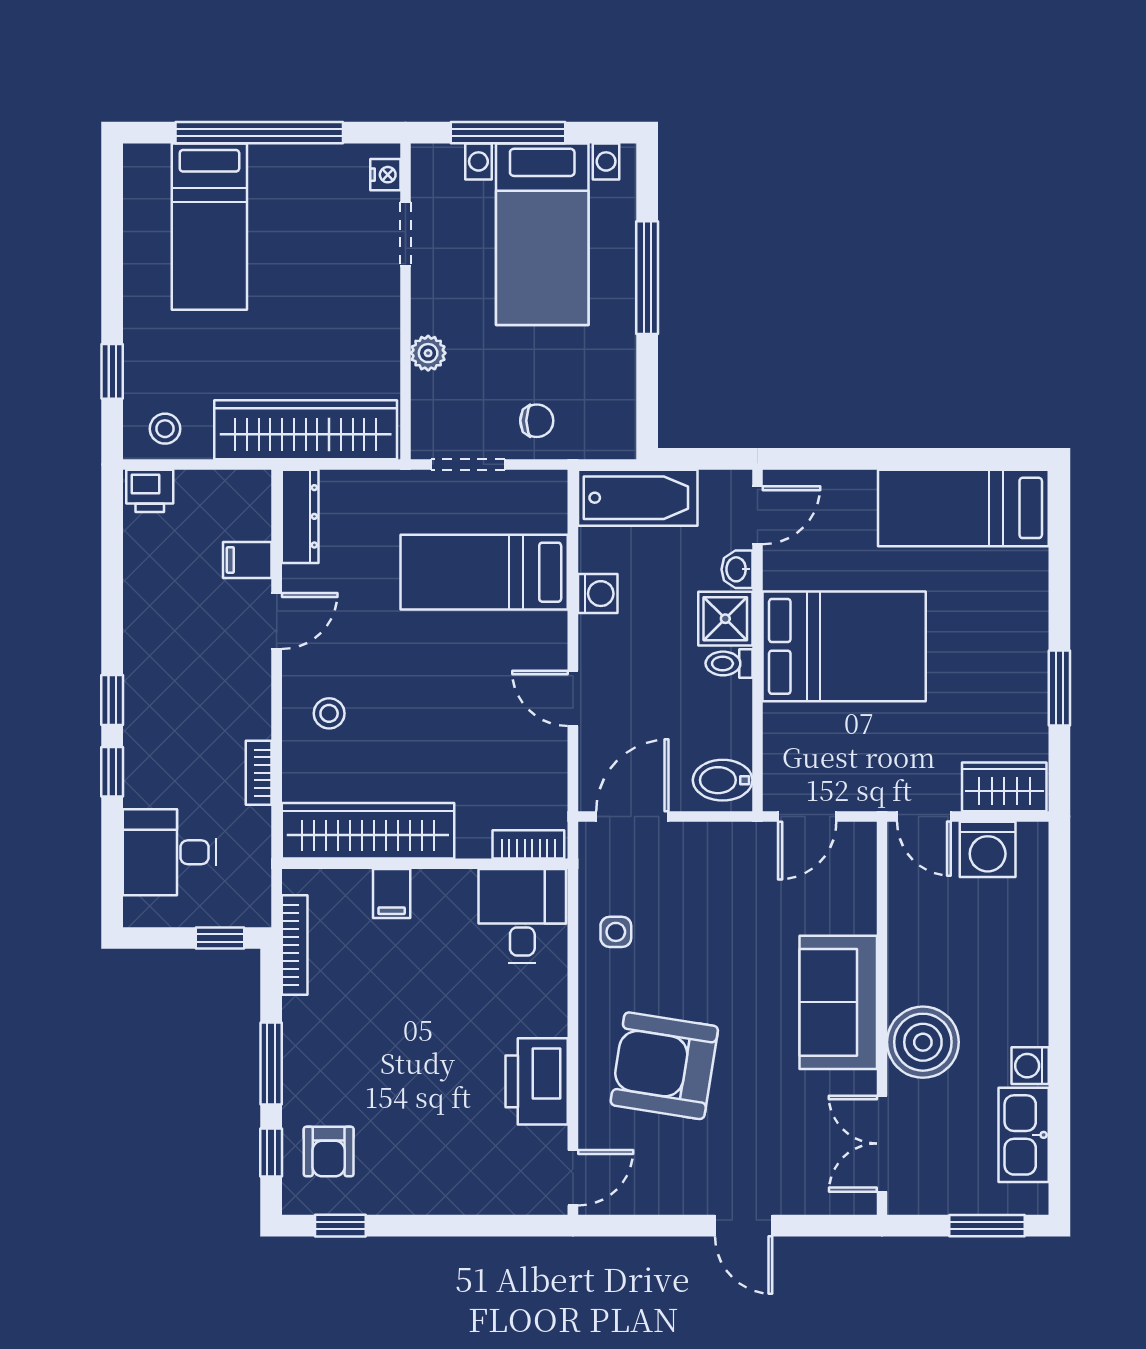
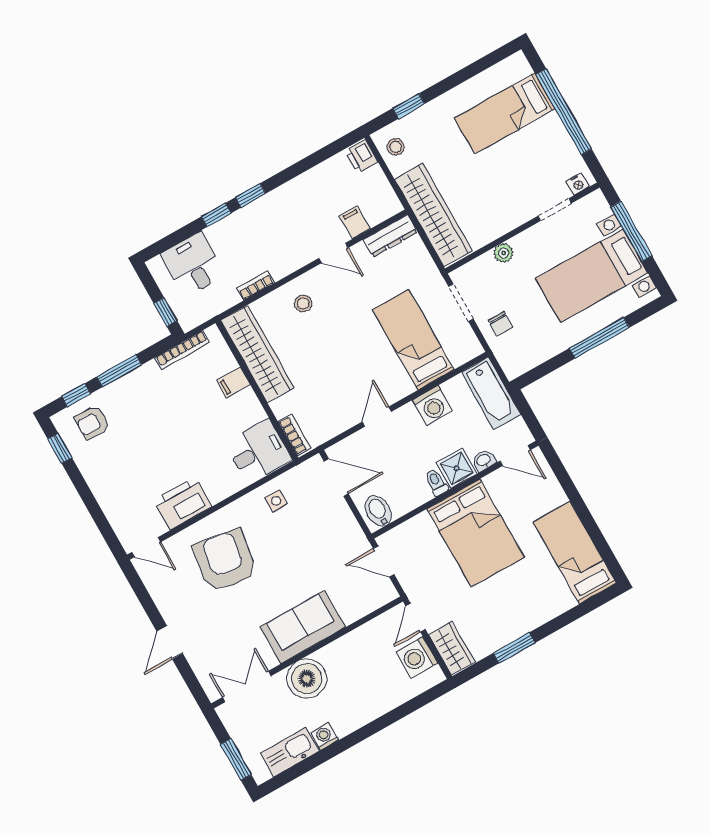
washing machine: (598, 594) -> (432, 406), width x1.38, depth x1.38

